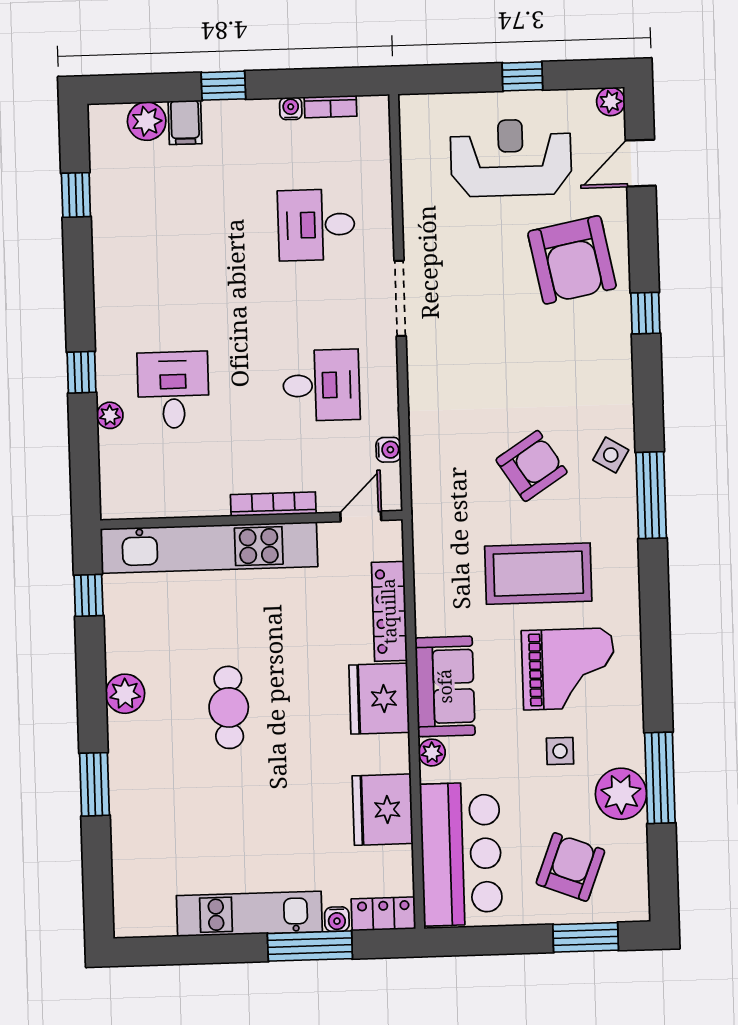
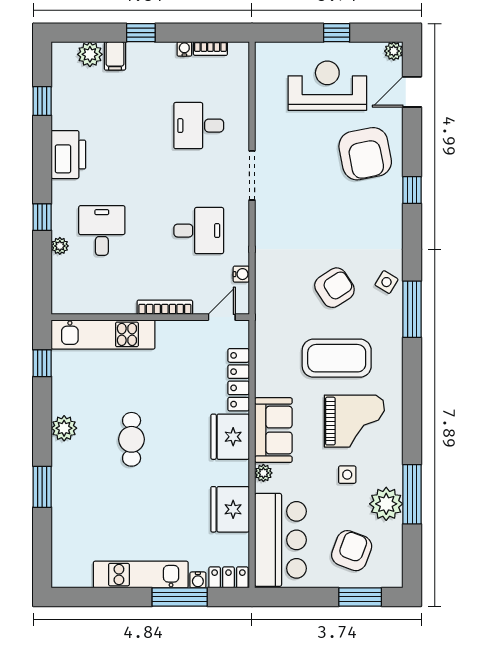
printer: (119, 275) -> (68, 155), added
kitchen unit: (209, 548) -> (103, 334), width x0.73

